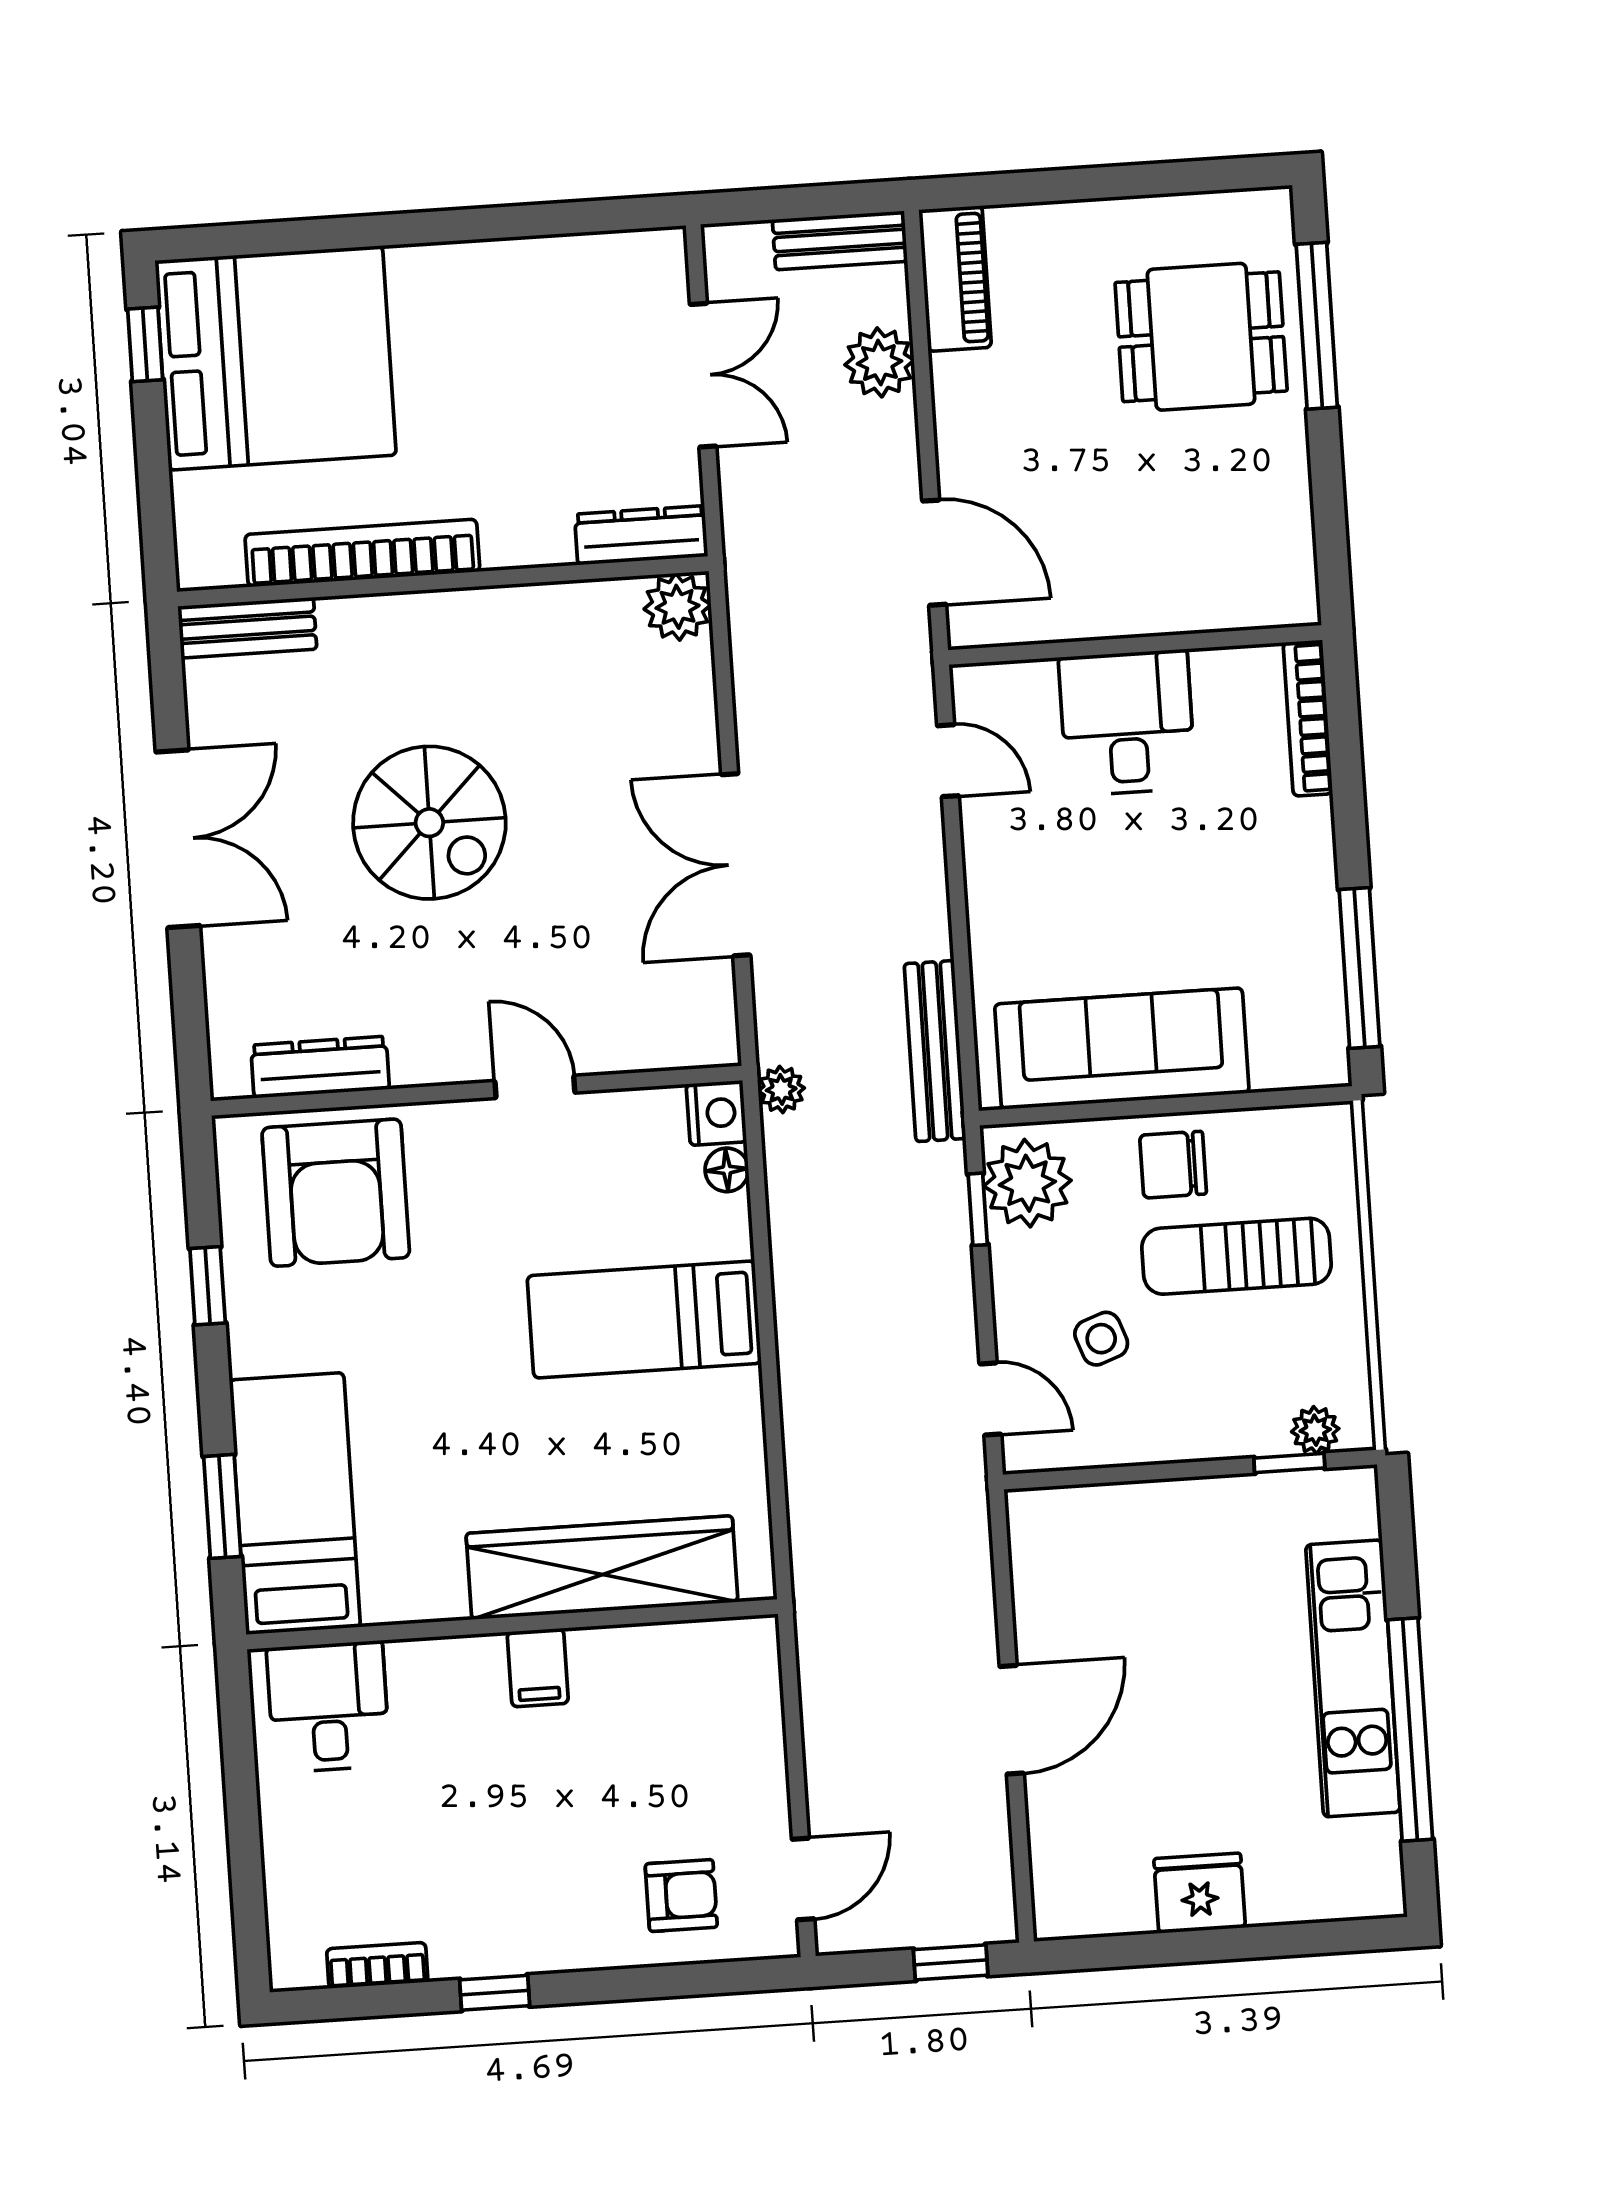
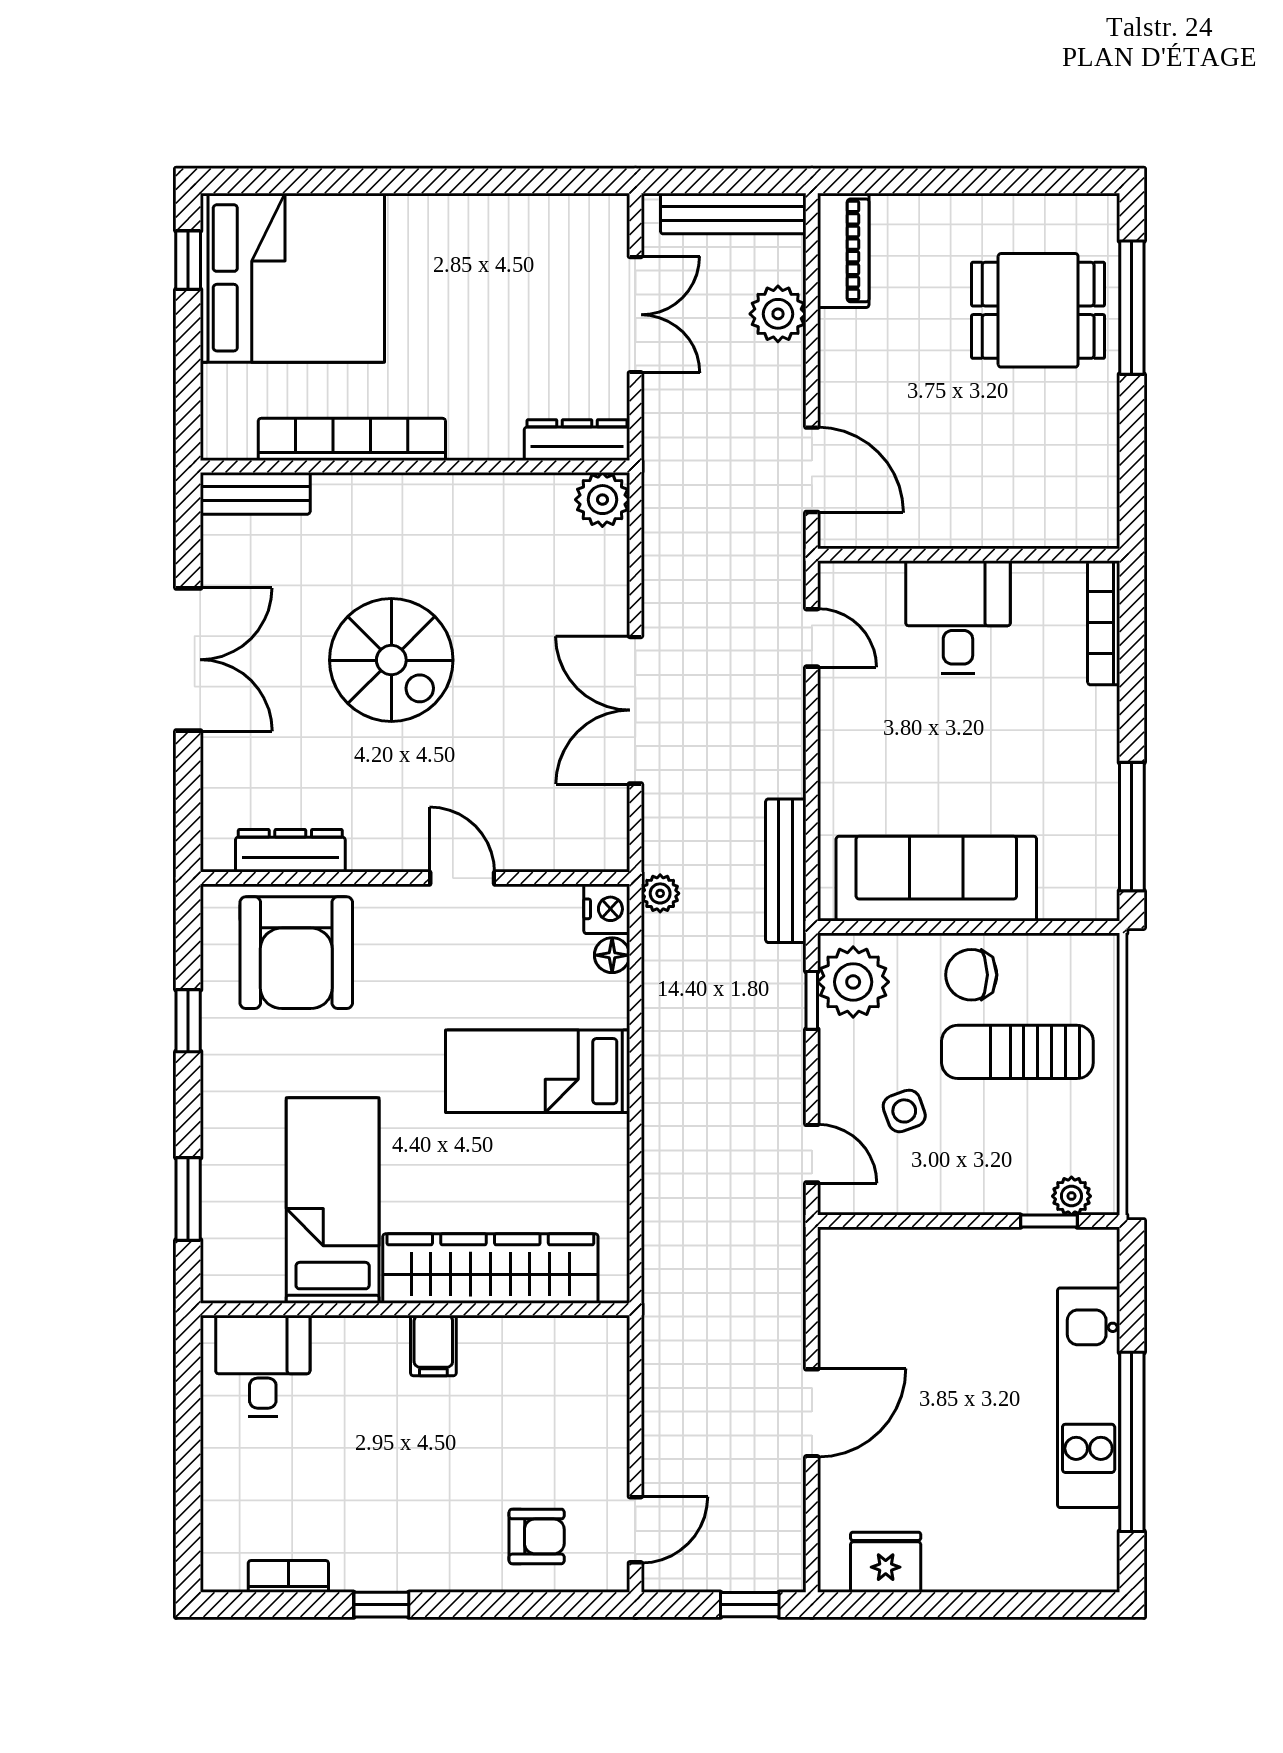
bench: (840, 240) -> (733, 214), width x1.36
bed: (295, 1504) -> (333, 1201), moved
fridge: (1200, 1893) -> (886, 1562), moved

